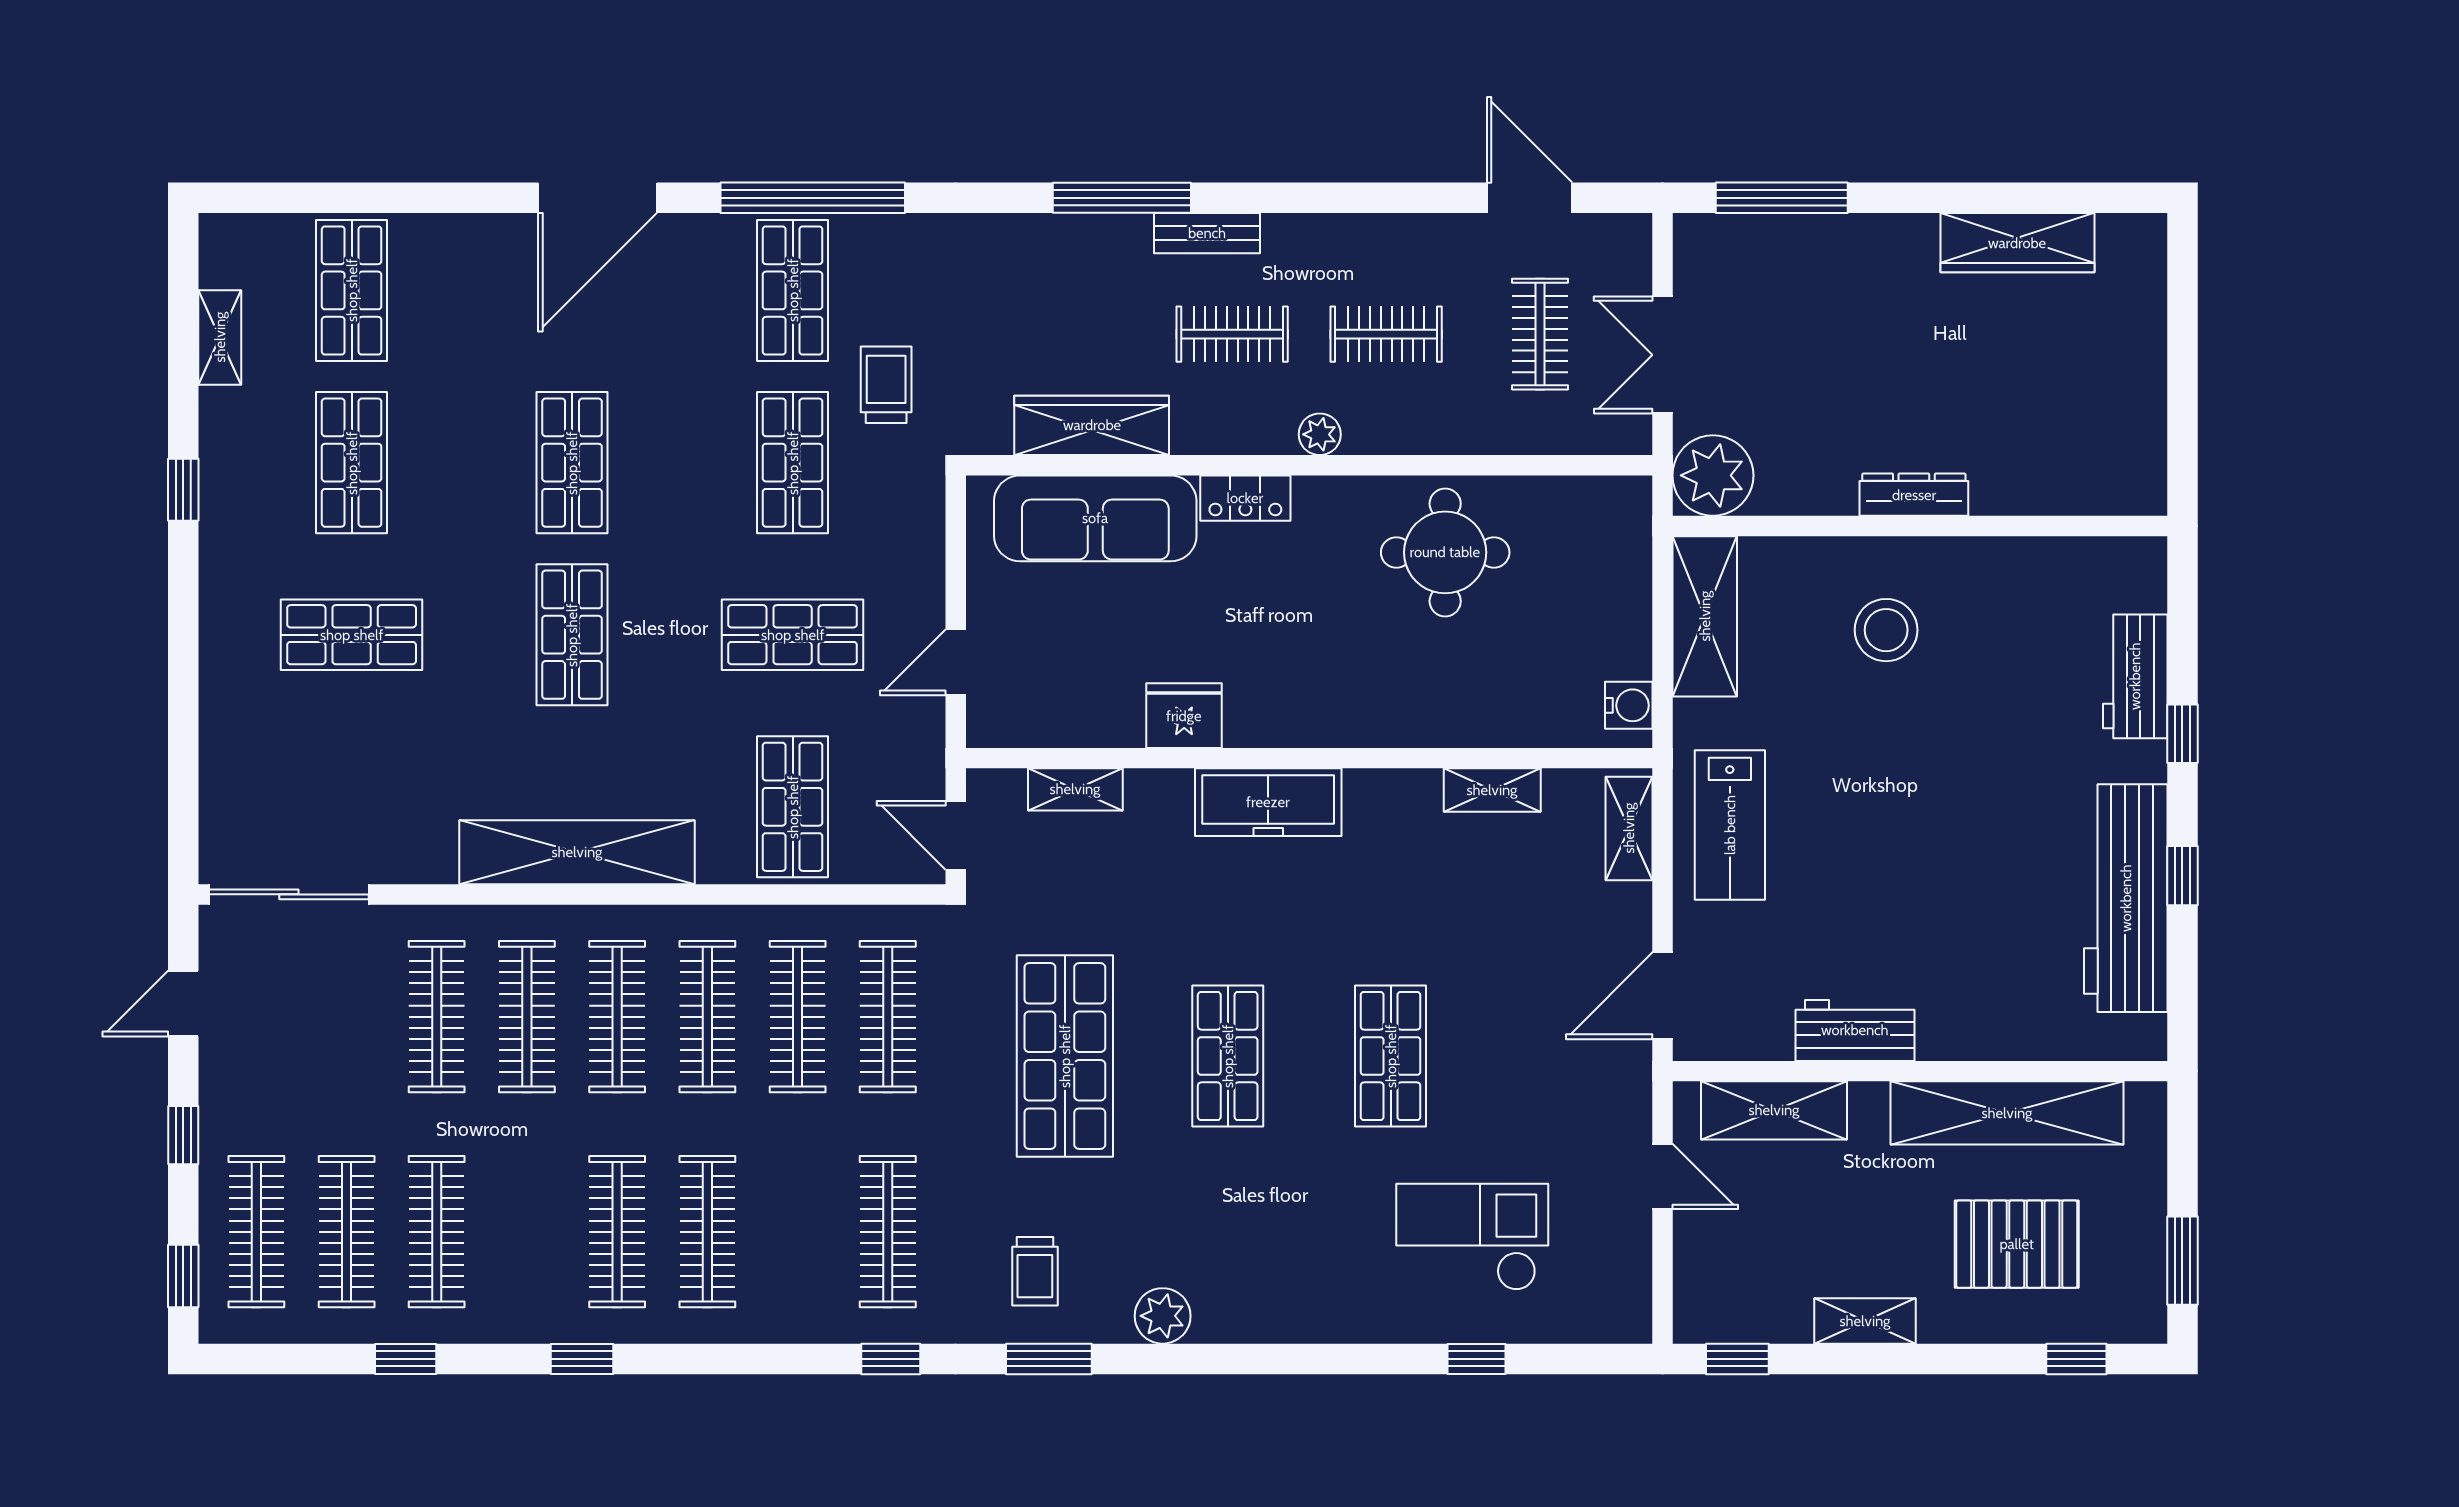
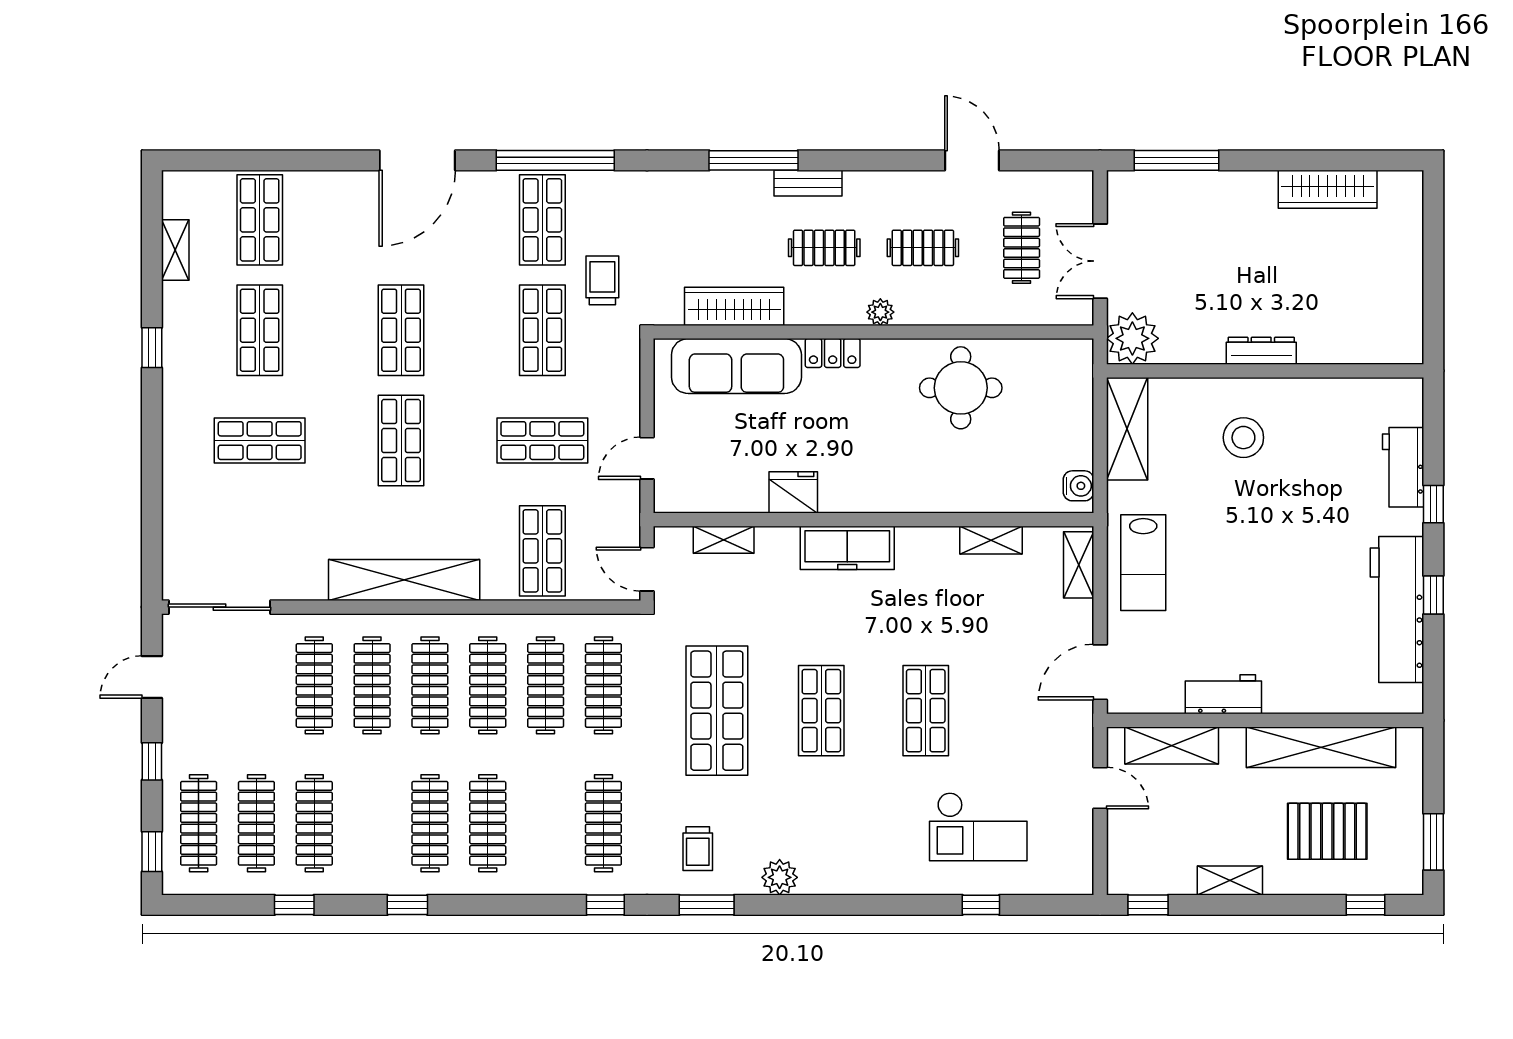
door: (1530, 198) -> (972, 160), moved
checkout: (1472, 1237) -> (978, 827), turned 180

